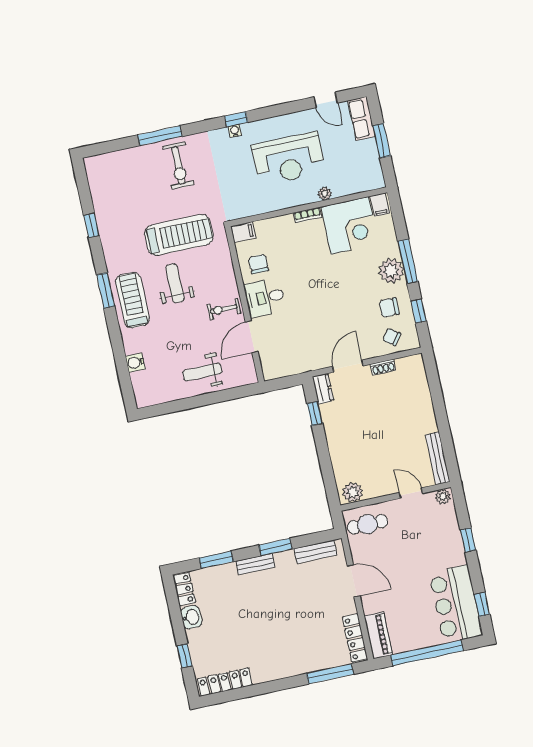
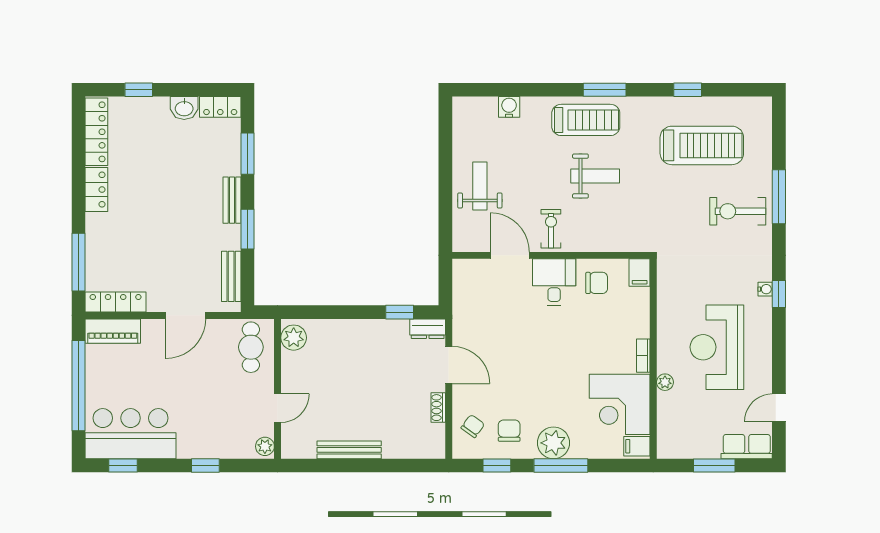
treadmill: (179, 235) -> (702, 145), moved, turned -90
bench: (438, 458) -> (349, 450), moved
locker: (270, 672) -> (96, 190), added

